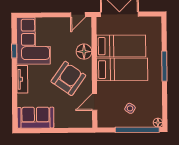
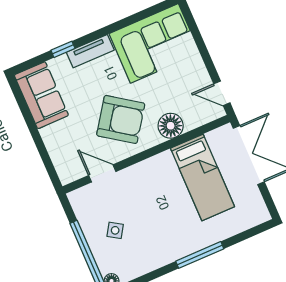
window: (14, 51) -> (63, 49), moved
bed: (122, 69) -> (168, 194), removed

